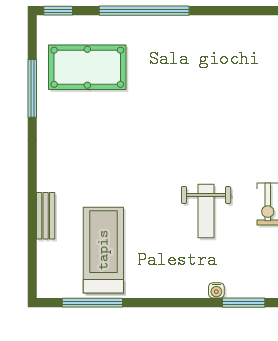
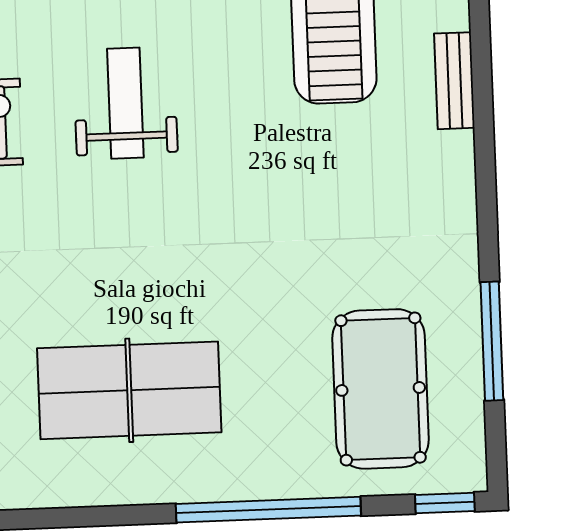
pool table: (87, 67) -> (381, 389), turned 90
table tennis table: (210, 71) -> (129, 390), added

